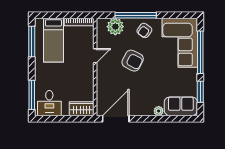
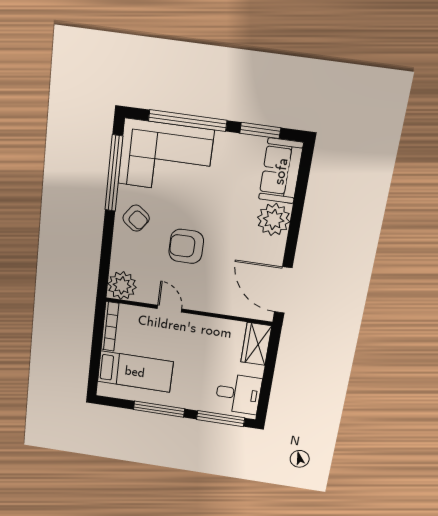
window: (136, 15) -> (114, 173), moved
plant: (115, 27) -> (122, 286), moved
window: (32, 42) -> (159, 409), moved
armchair: (133, 61) -> (186, 246), turned -117
plant: (159, 111) -> (274, 220), width x1.87, depth x1.87

